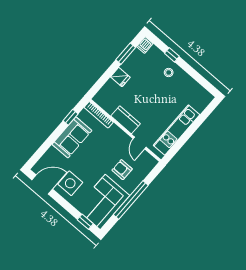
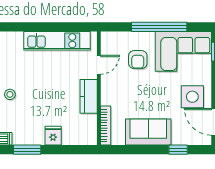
window: (70, 117) -> (178, 150), moved

